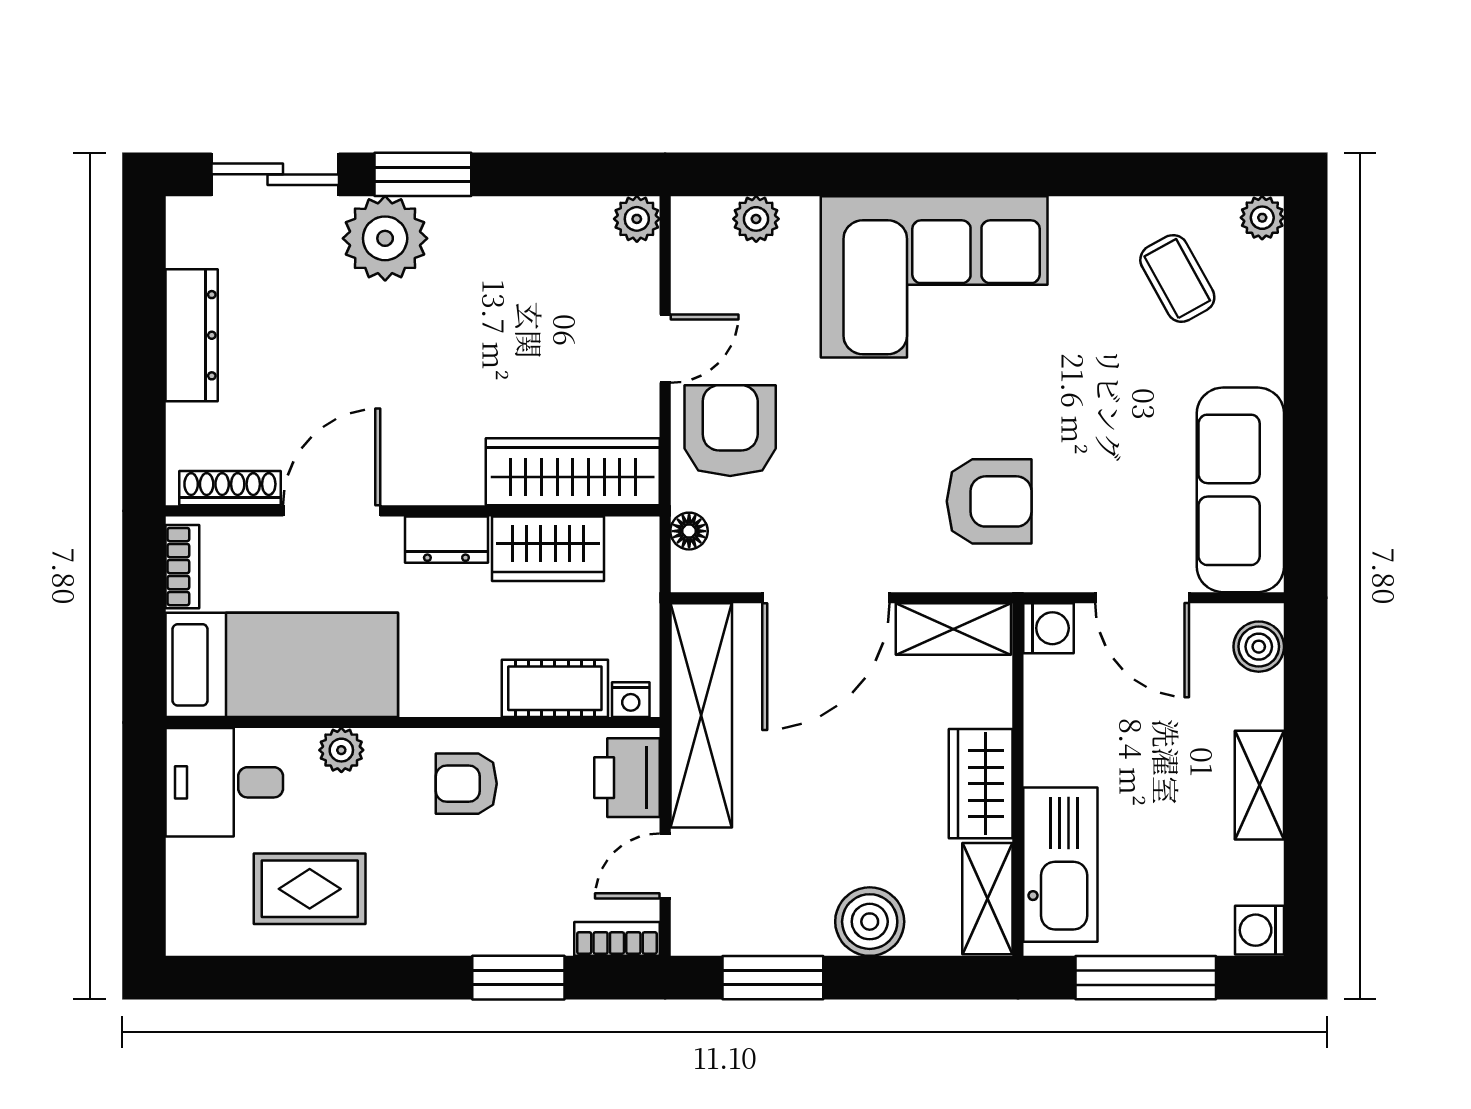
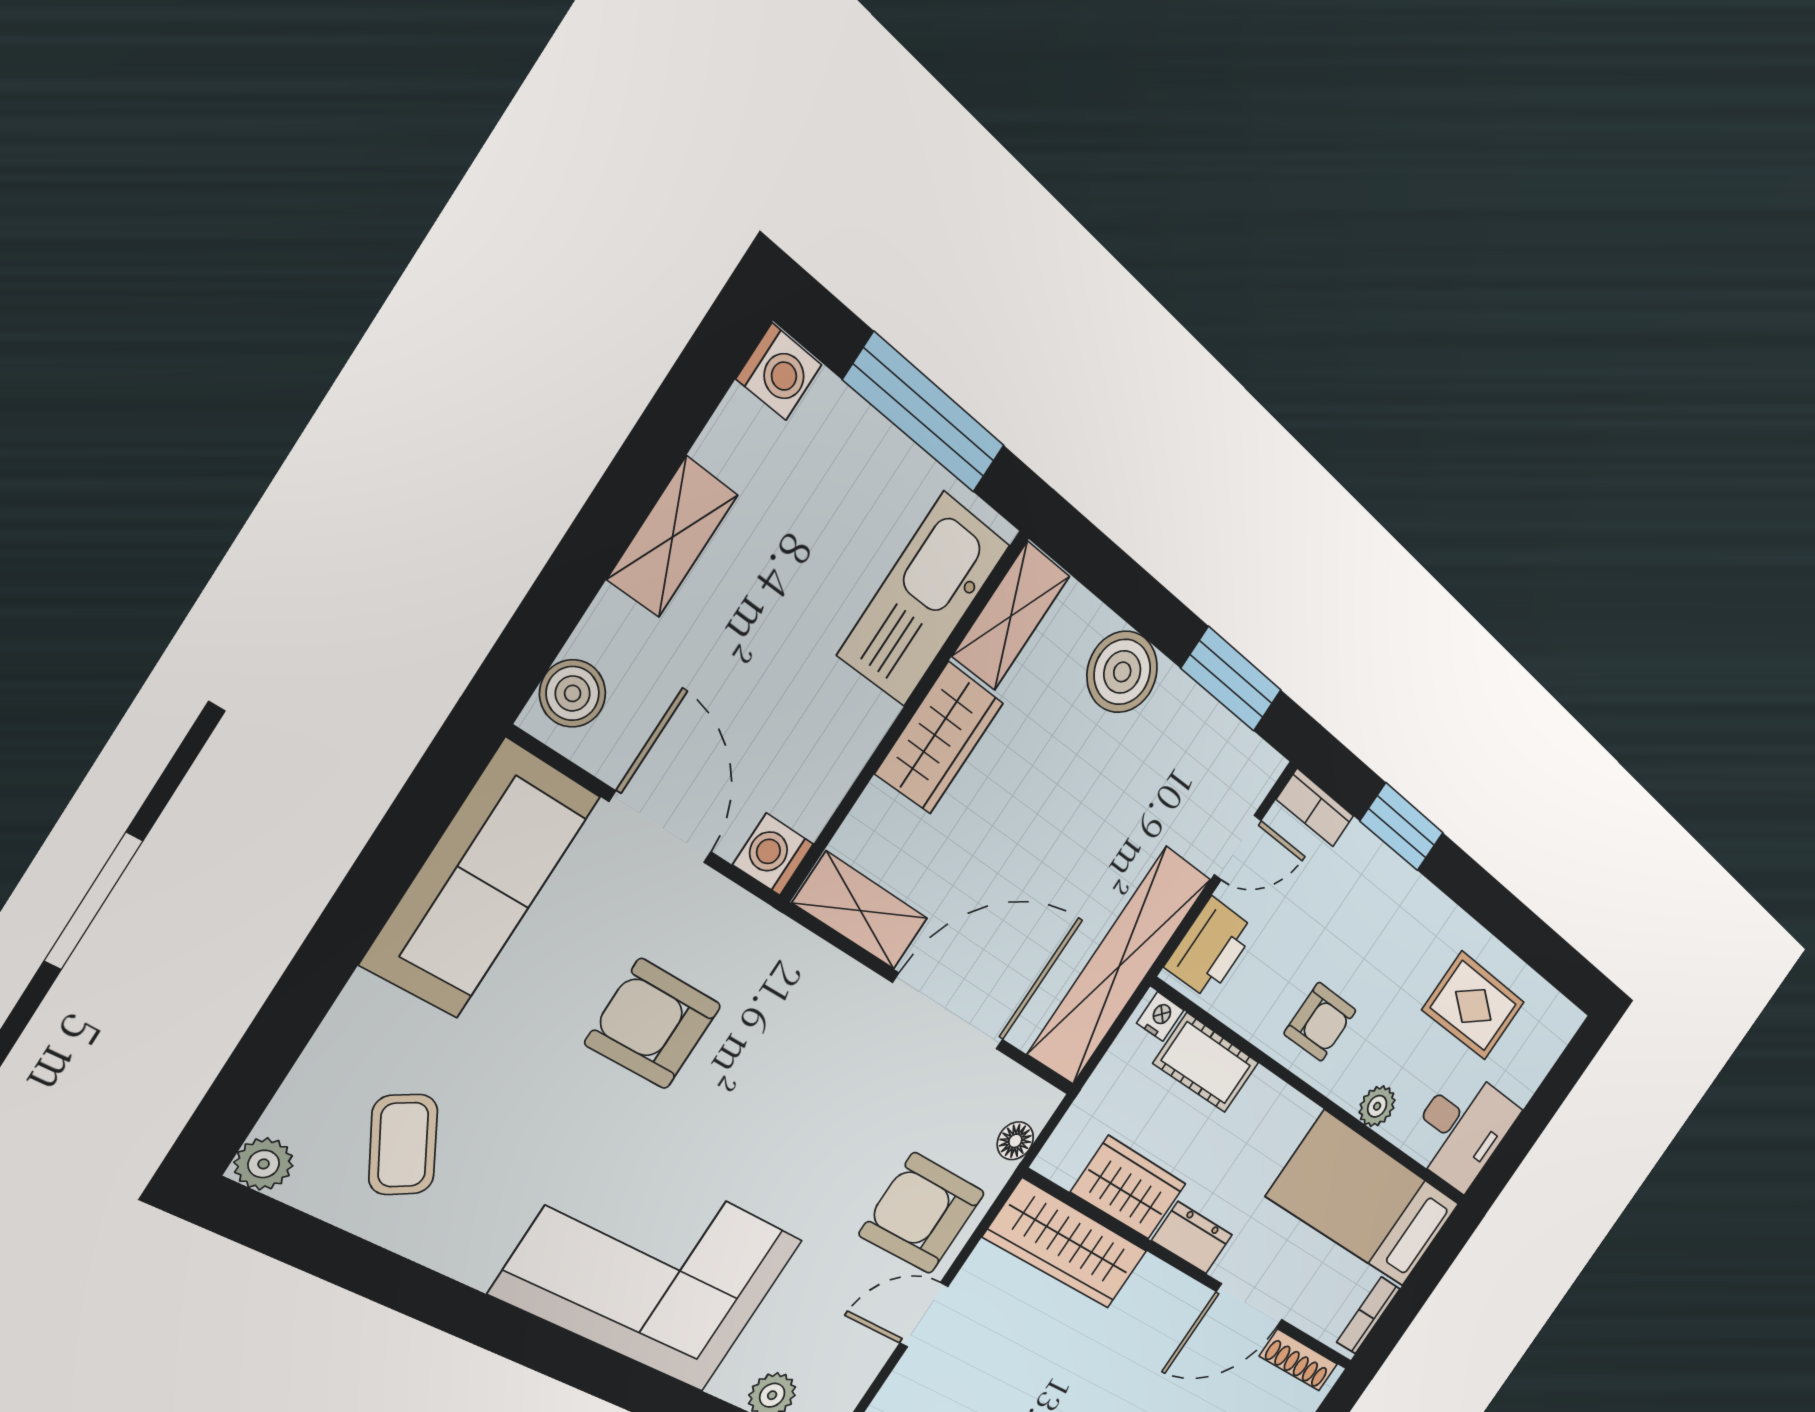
armchair: (730, 431) -> (922, 1213), turned 90
armchair: (989, 501) -> (653, 1024), moved

